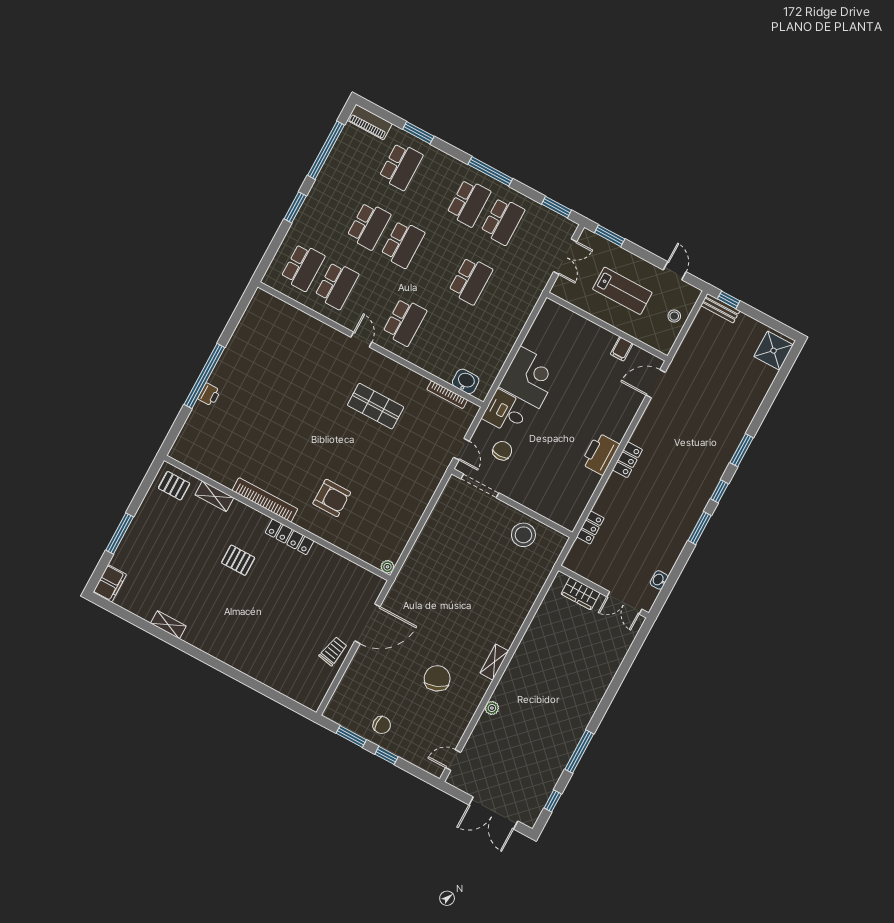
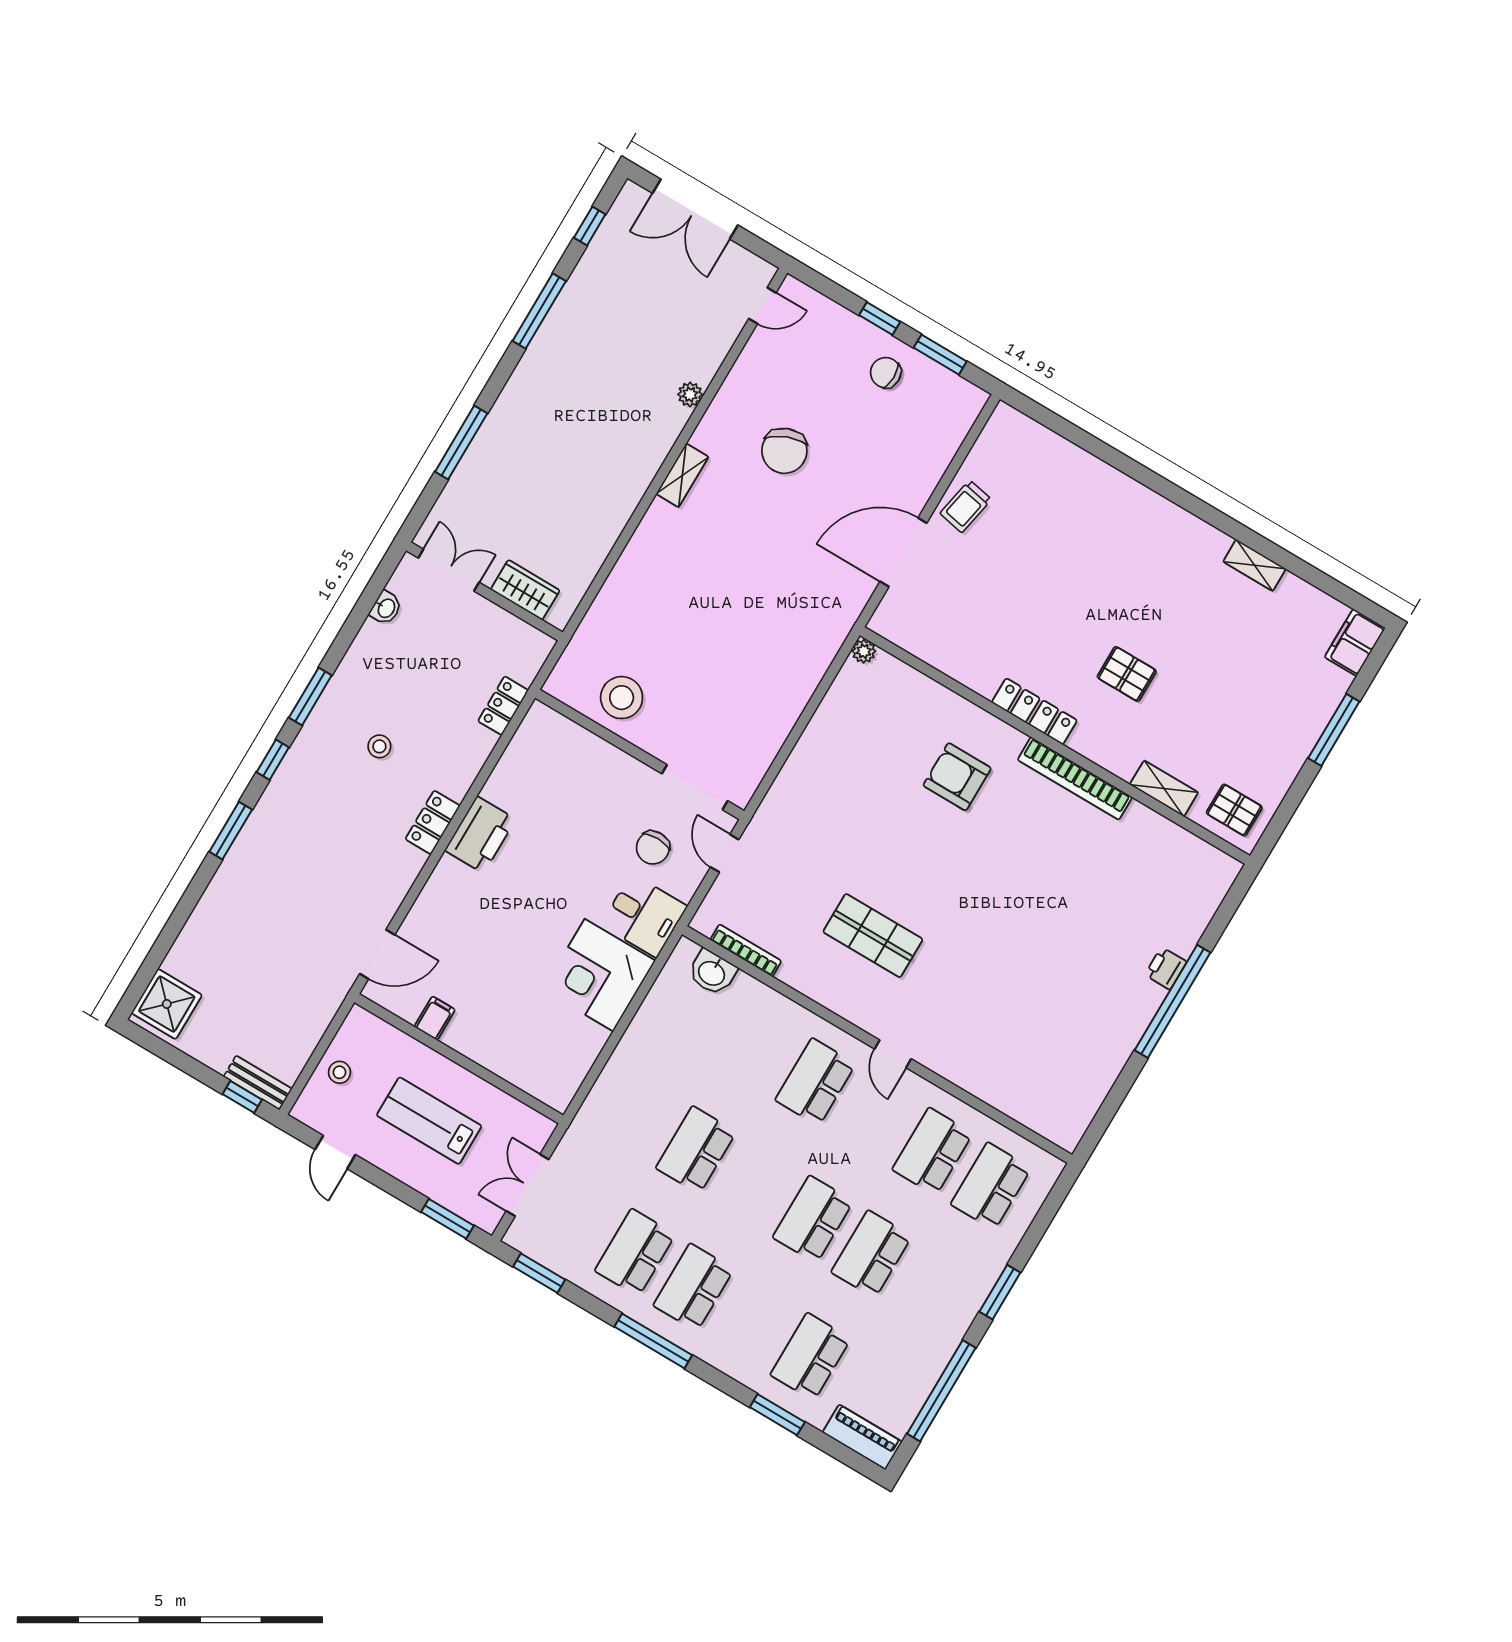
stool: (659, 501) -> (379, 746), added
window: (620, 675) -> (461, 442), added
double door: (493, 813) -> (695, 209), swing flipped

